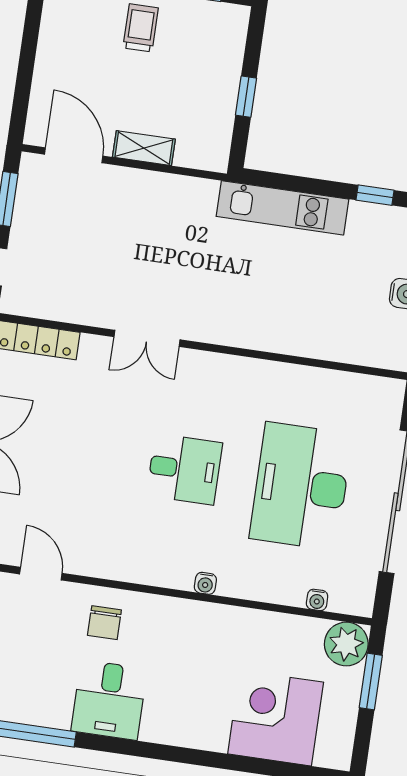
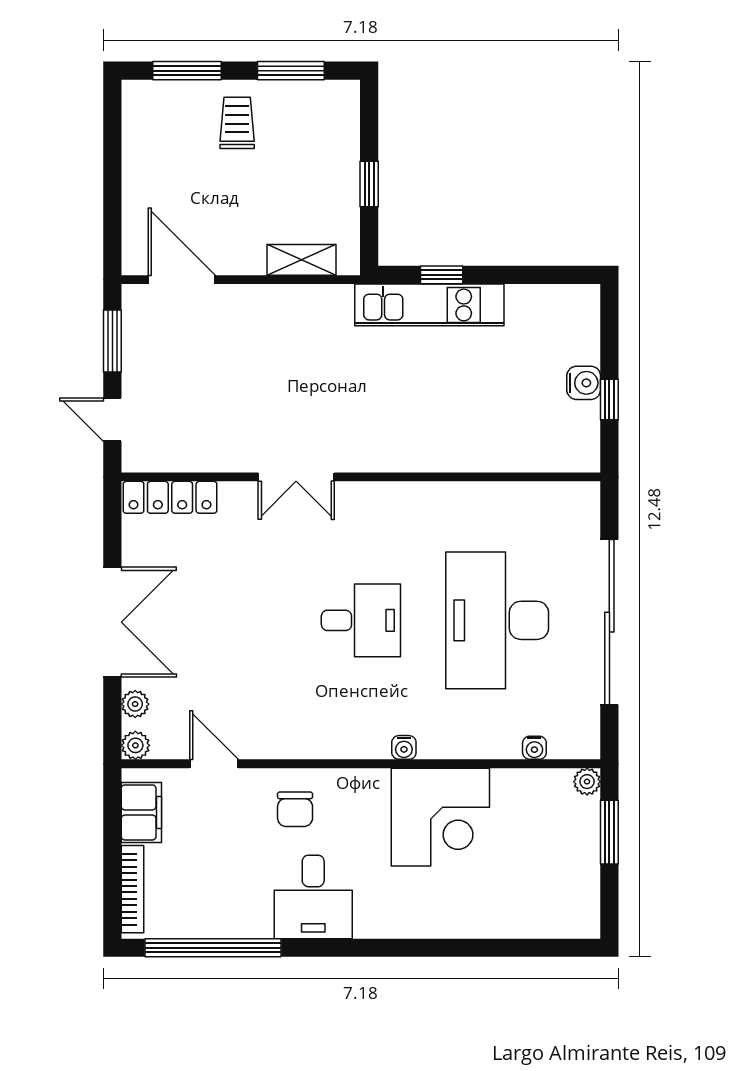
shelving: (144, 148) -> (301, 260), moved
window: (375, 195) -> (442, 275), moved
plant: (346, 644) -> (587, 782), width x0.53, depth x0.53
corner desk: (276, 718) -> (440, 817), moved, turned 180

